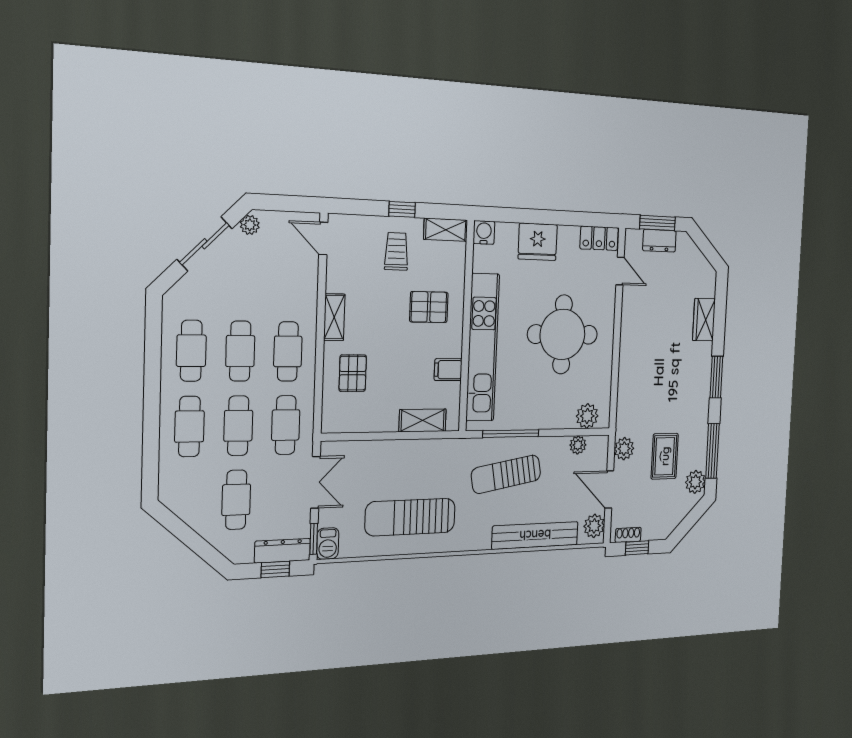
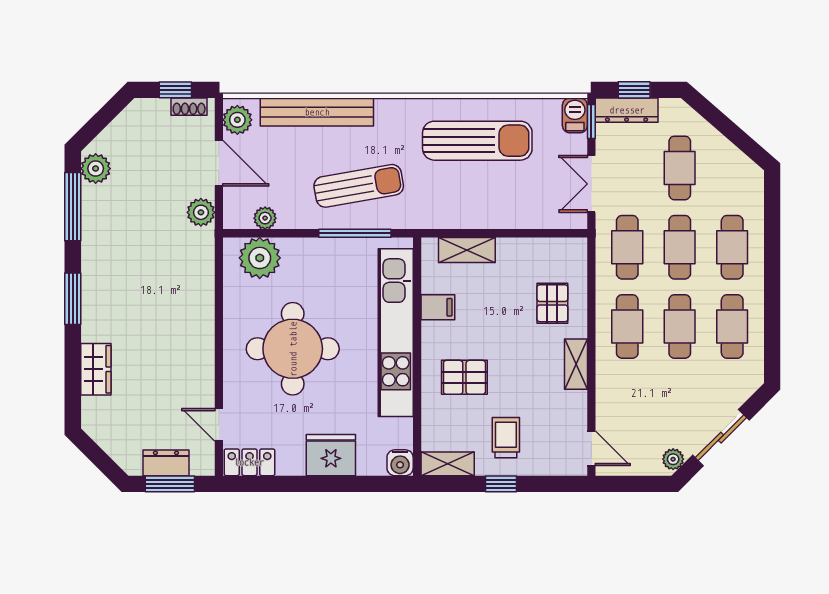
trolley: (396, 251) -> (506, 438), turned 180
plant: (587, 416) -> (260, 258), width x1.36, depth x1.36
rug: (665, 456) -> (143, 202), removed

